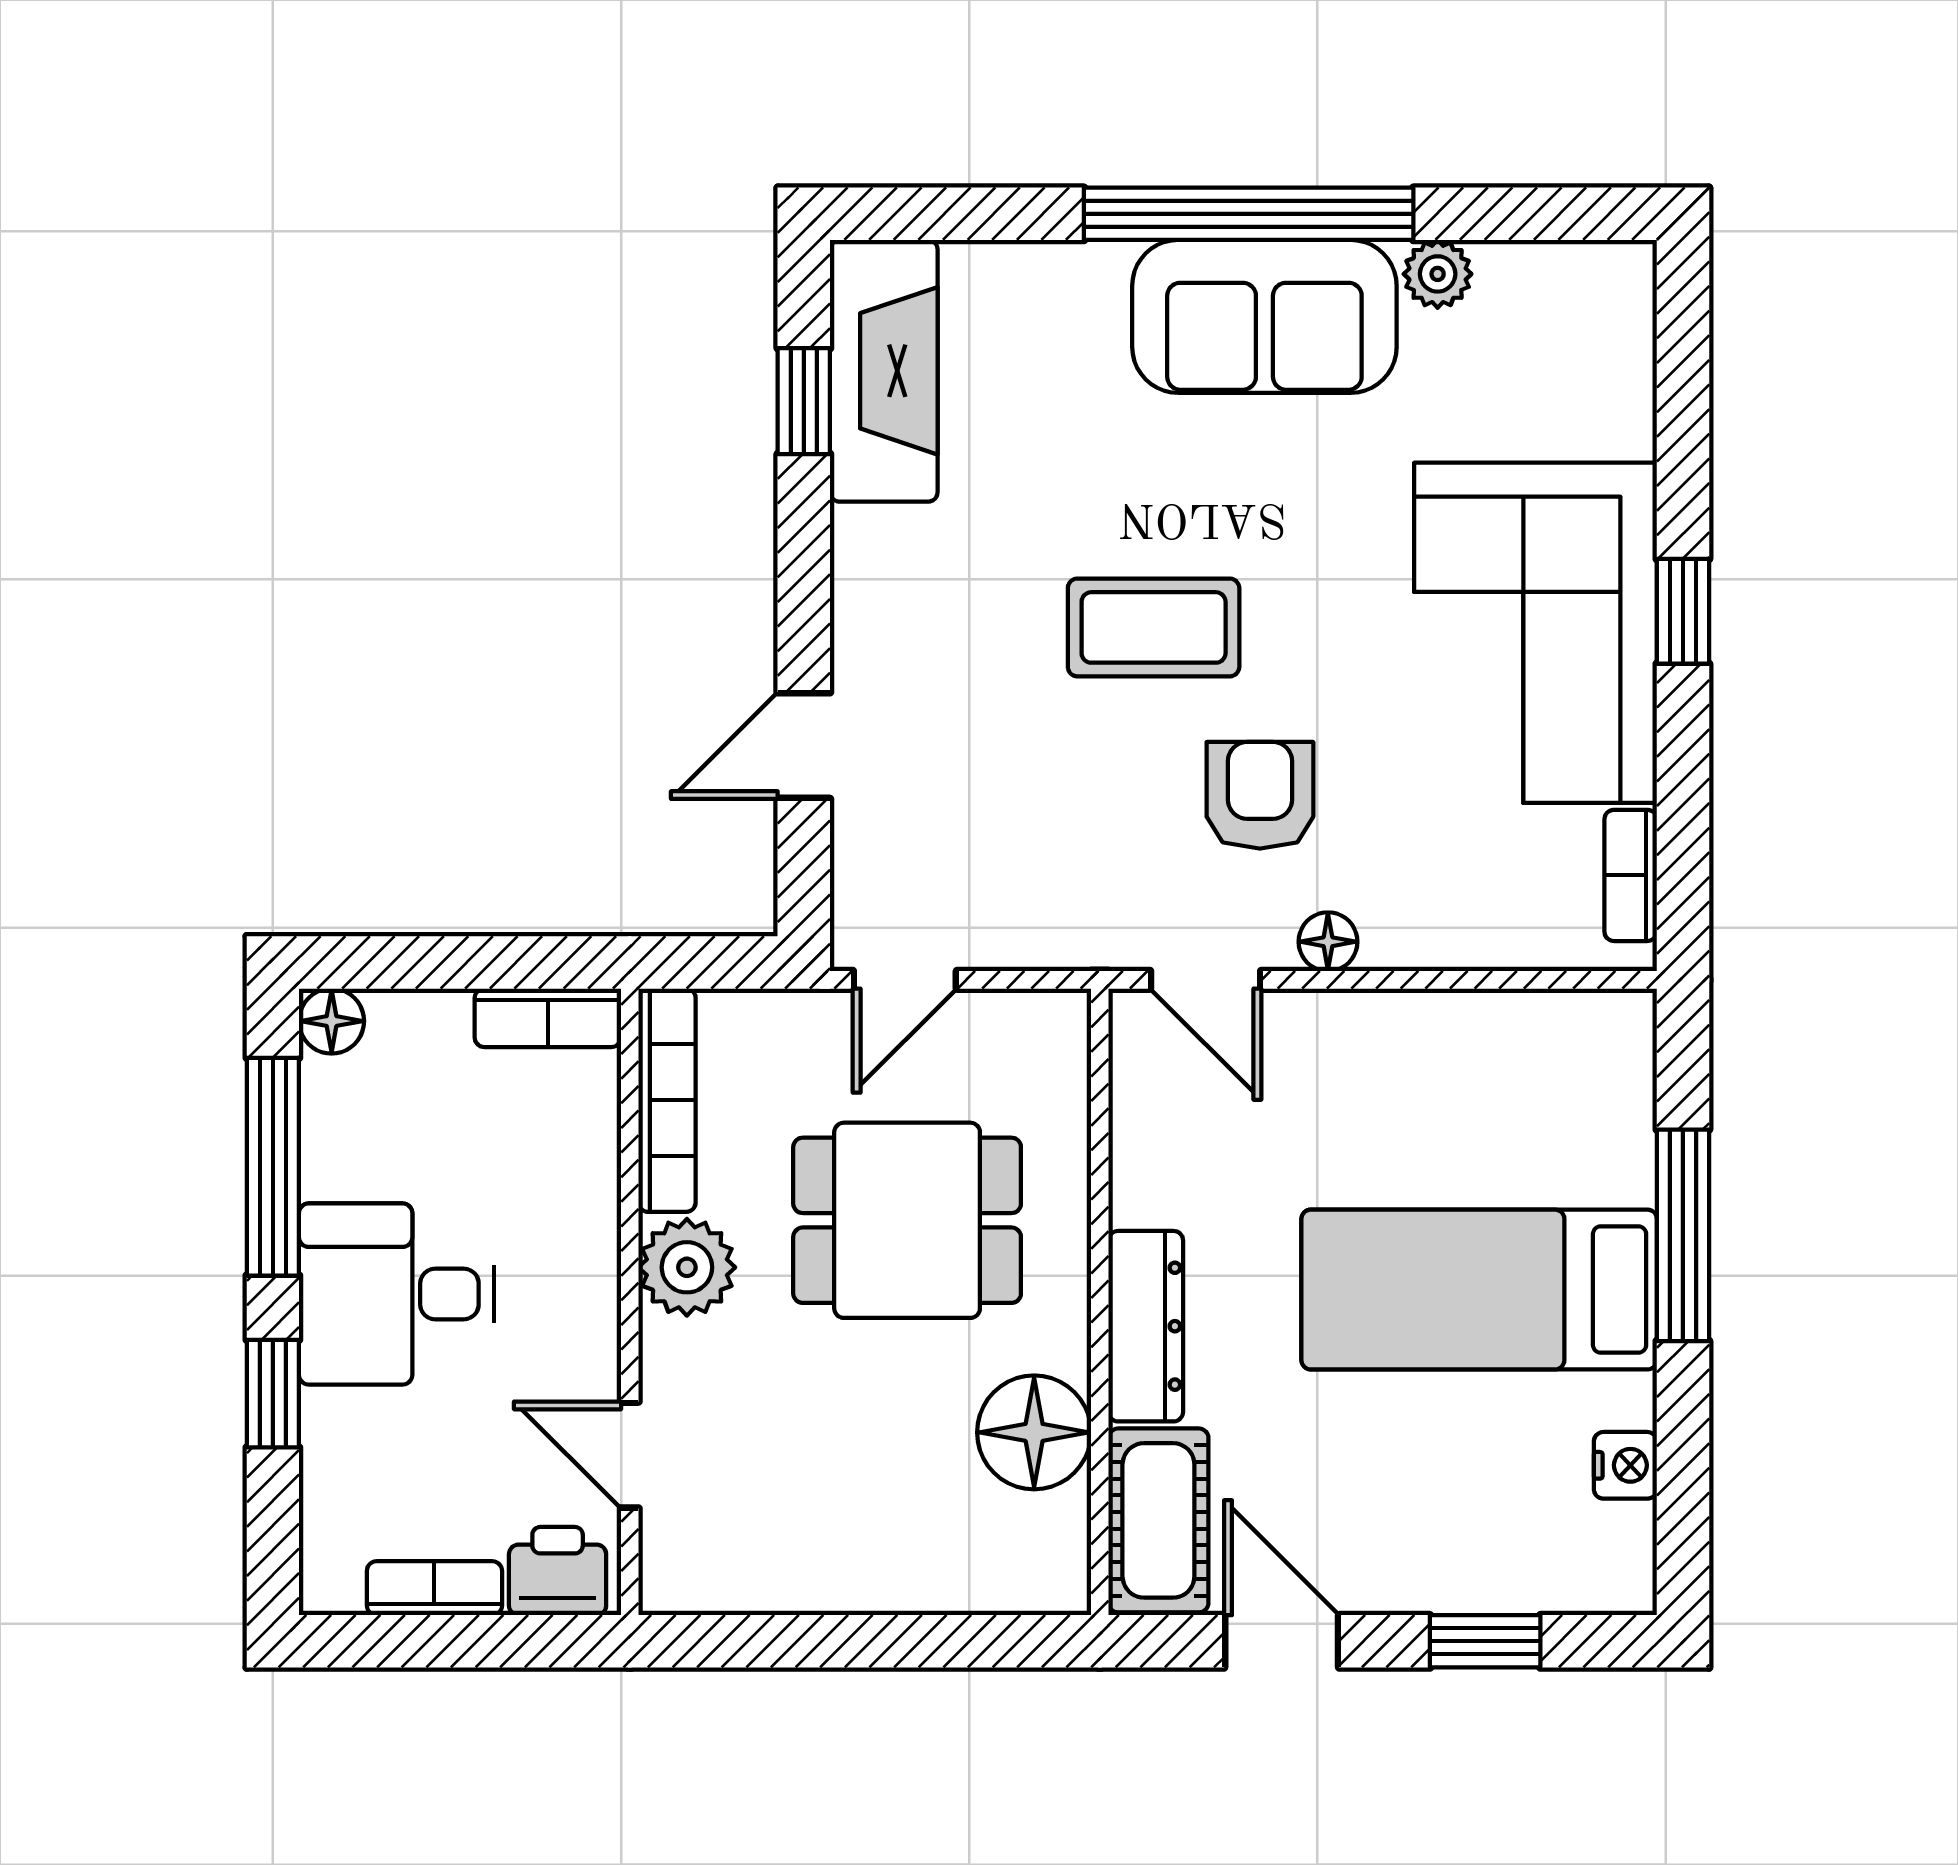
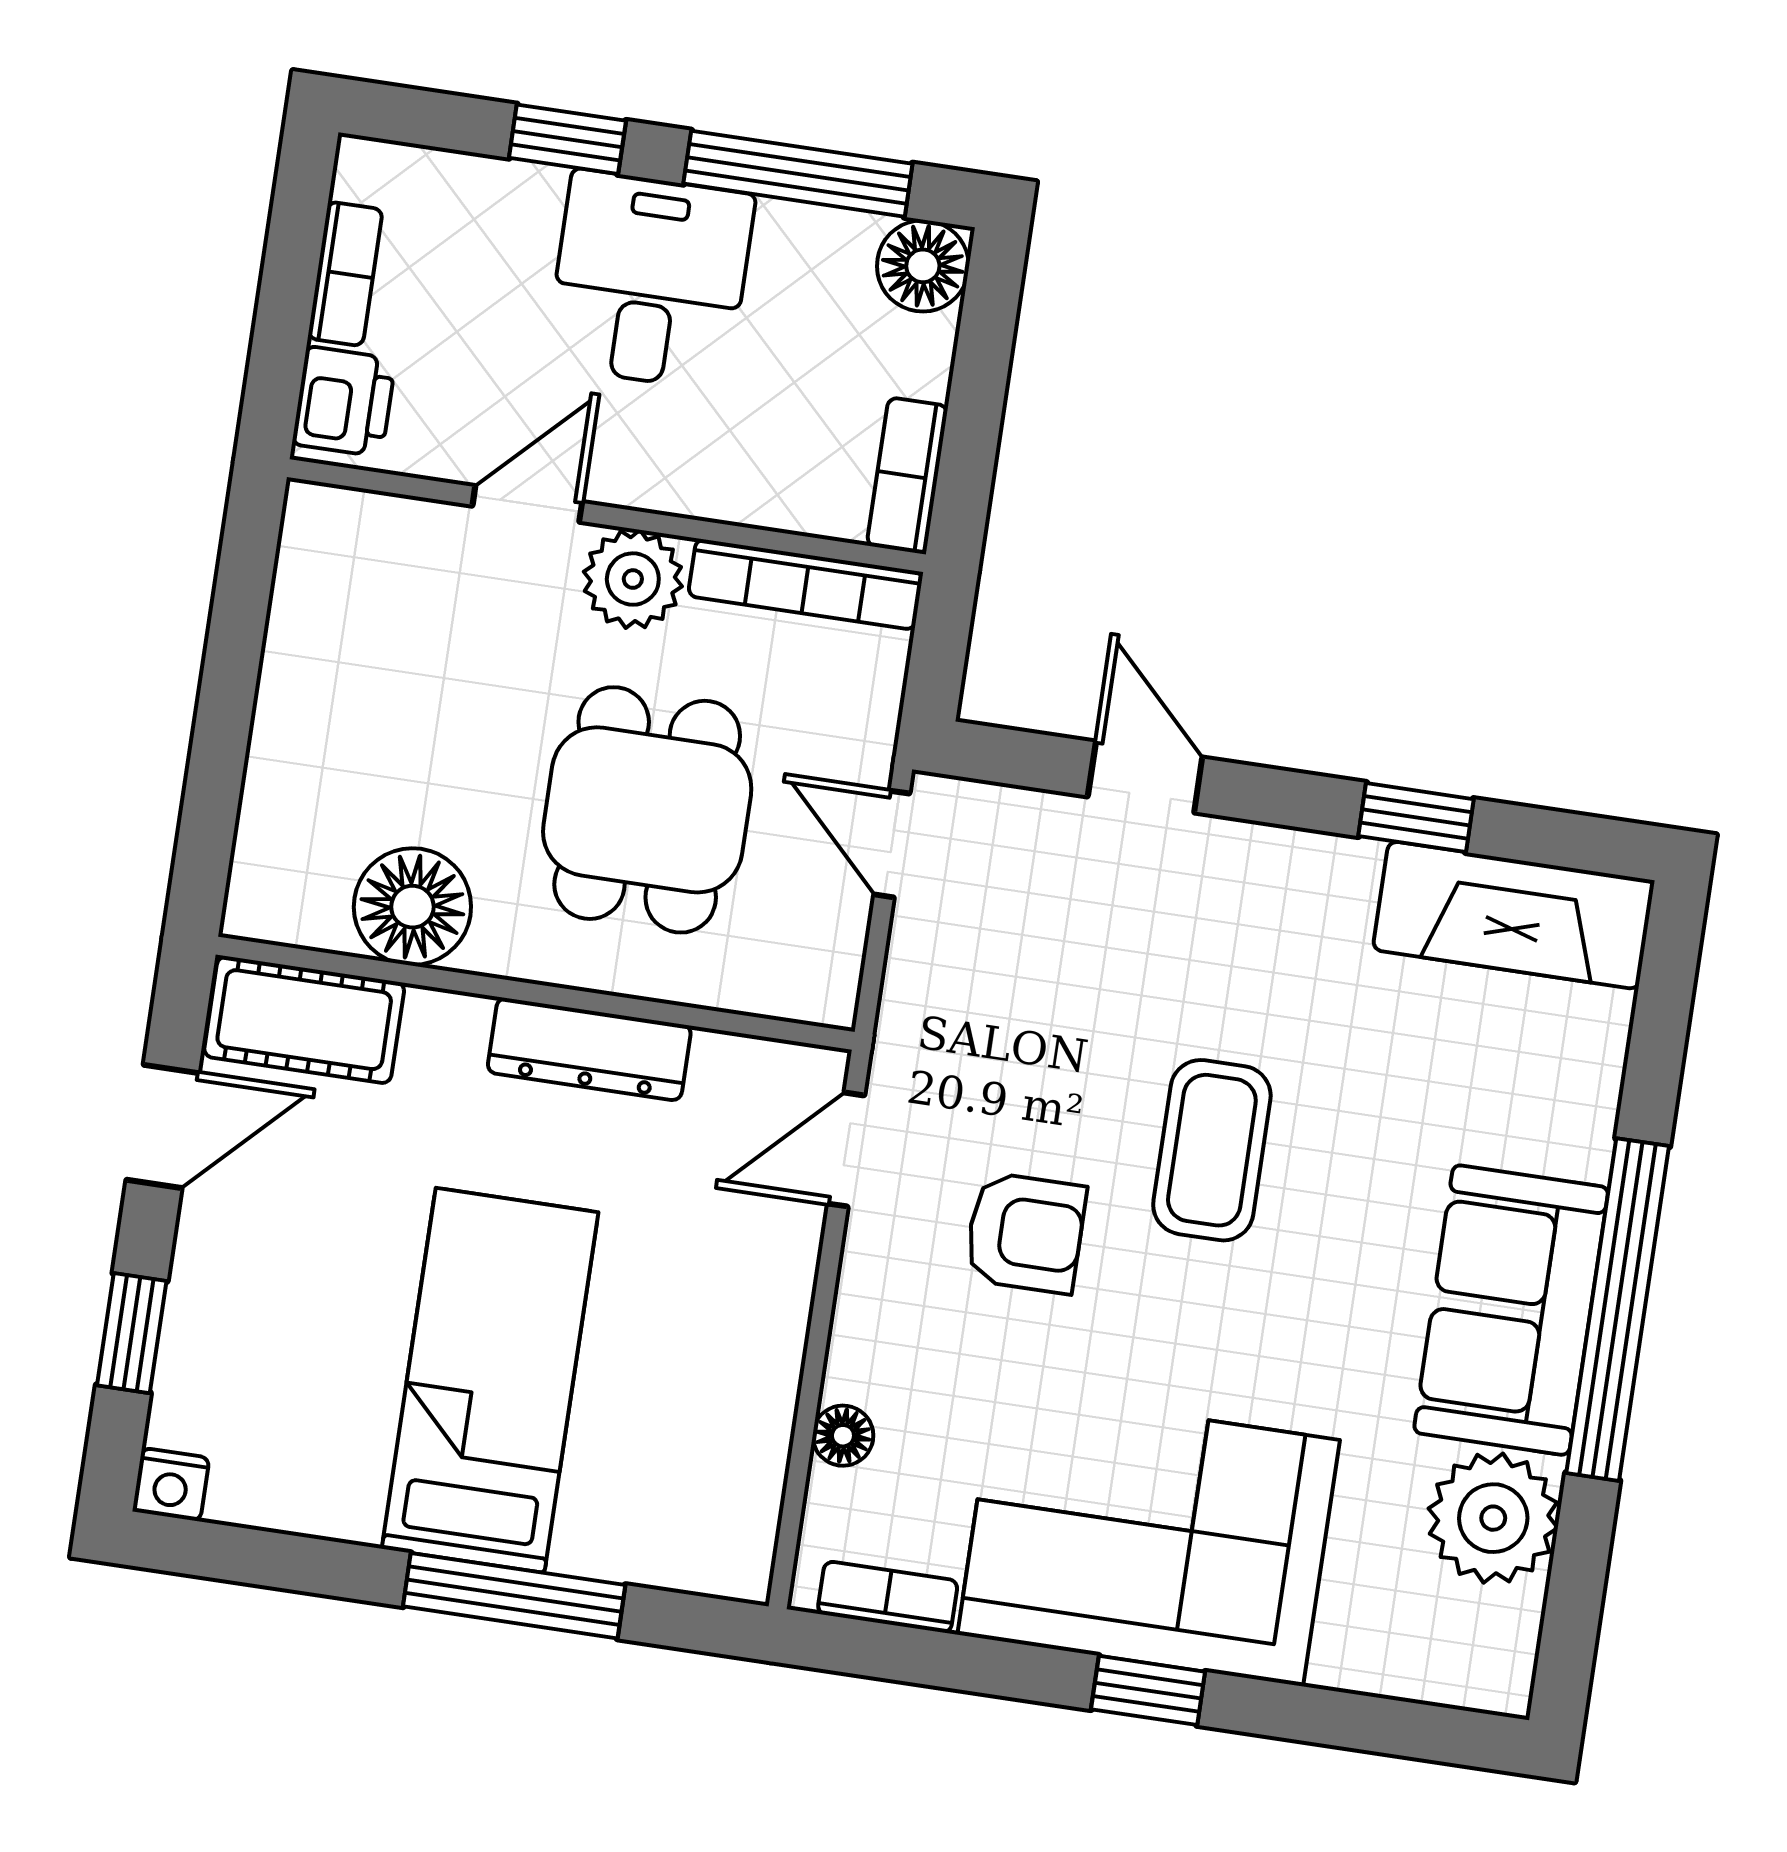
plant: (1438, 274) -> (1493, 1518), width x1.87, depth x1.87
window: (804, 401) -> (1416, 818), moved
floor lamp: (1328, 942) -> (843, 1436), moved
floor lamp: (332, 1021) -> (923, 266), width x1.37, depth x1.37
dresser: (1146, 1326) -> (589, 1049), moved
door: (630, 1455) -> (527, 504), moved
nightstand: (1625, 1465) -> (171, 1485), moved

